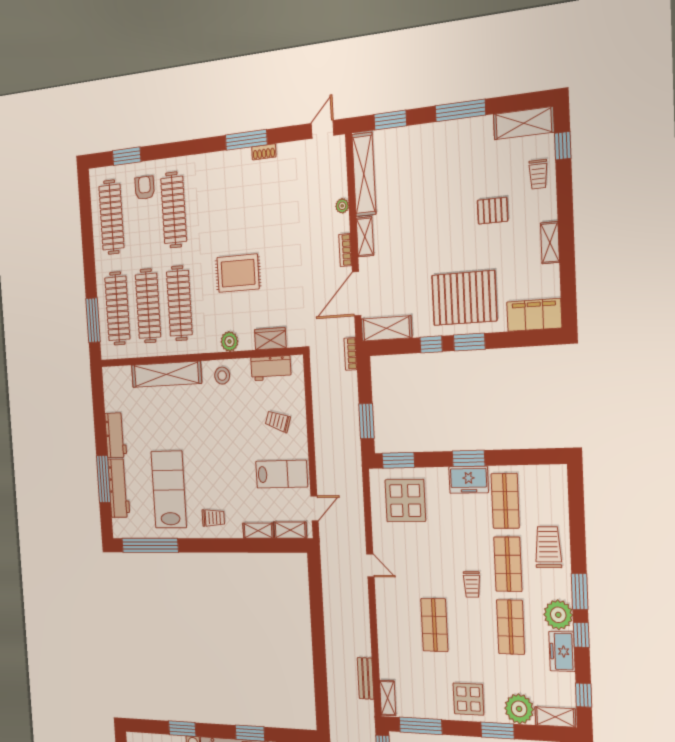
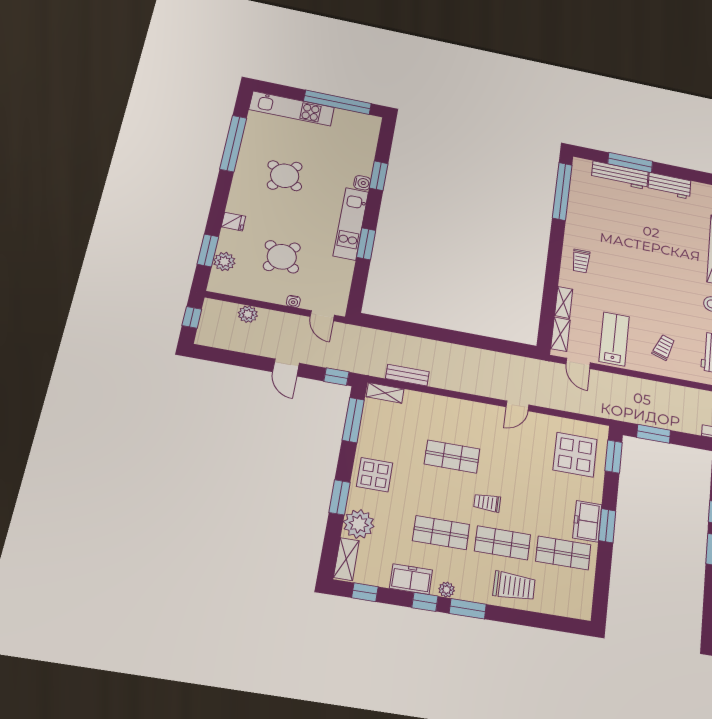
lab bench: (282, 474) -> (614, 339), turned 180
lab bench: (169, 490) -> (613, 224), removed
plant: (558, 615) -> (447, 590), width x0.53, depth x0.53

